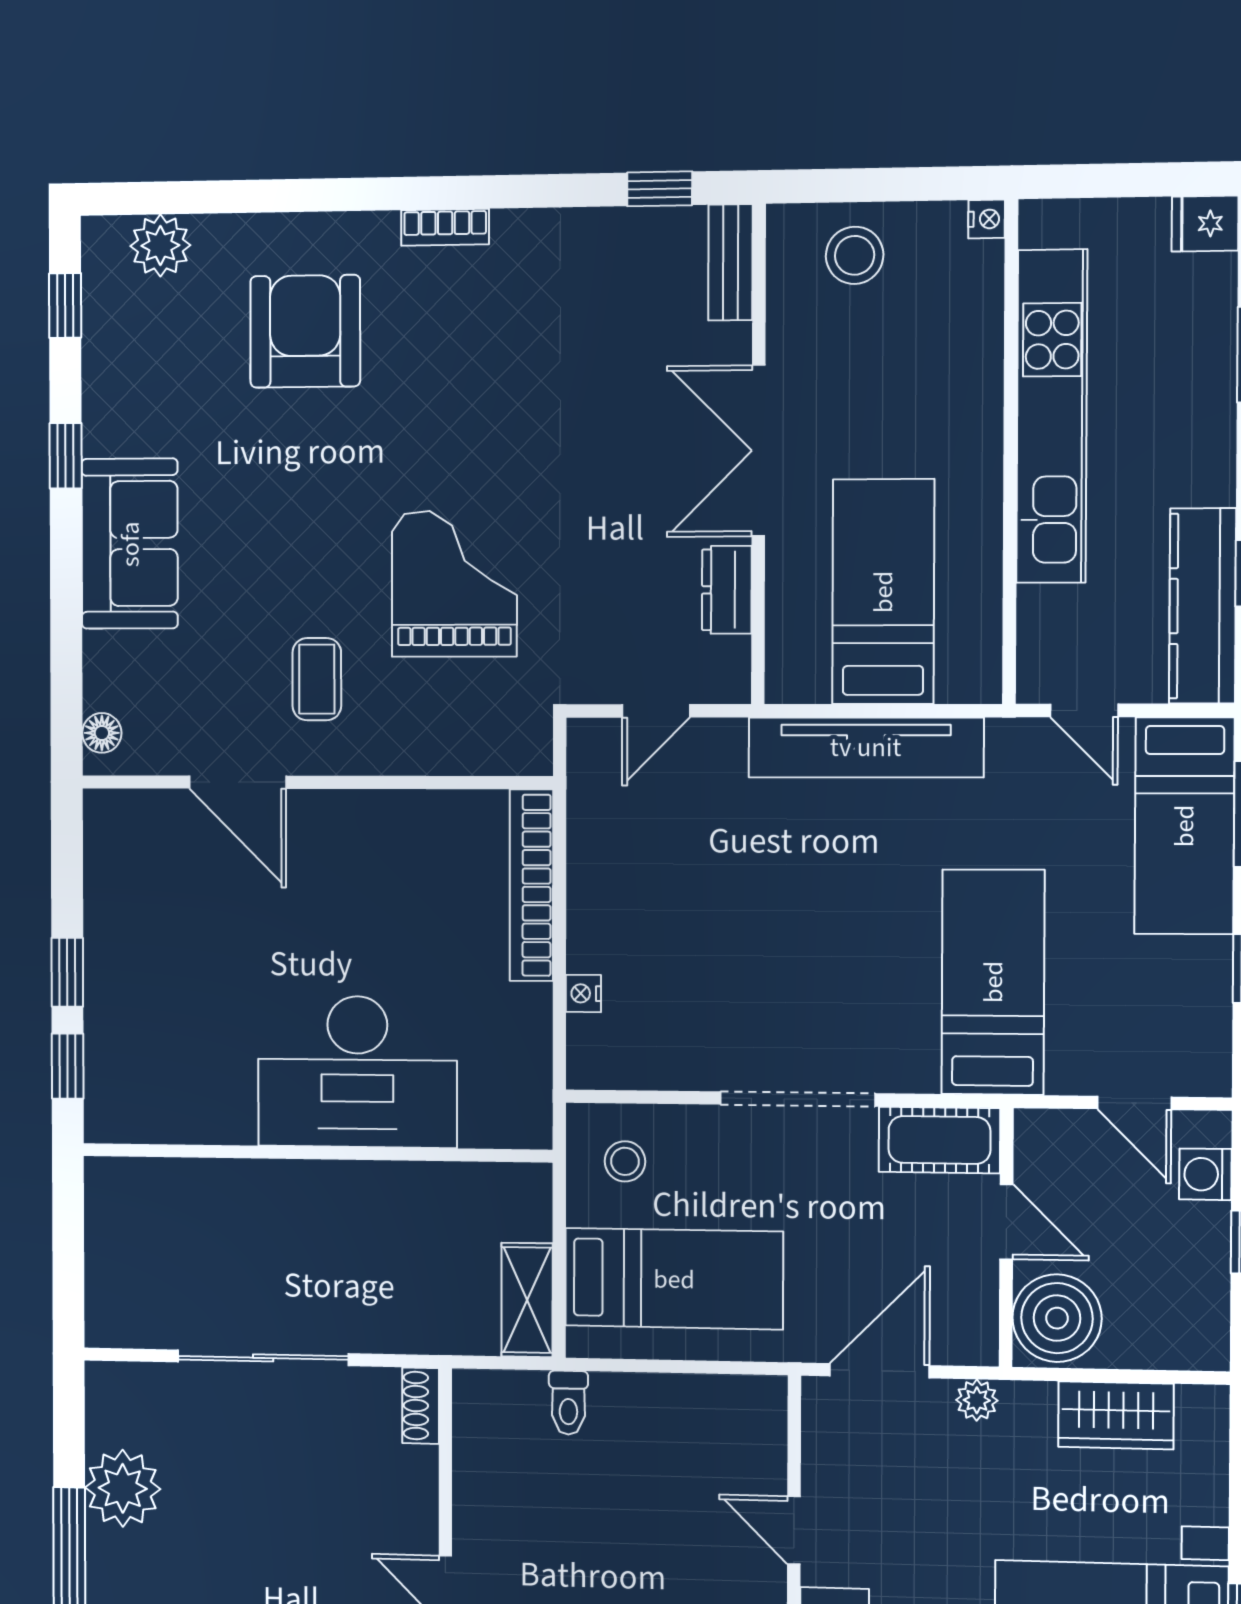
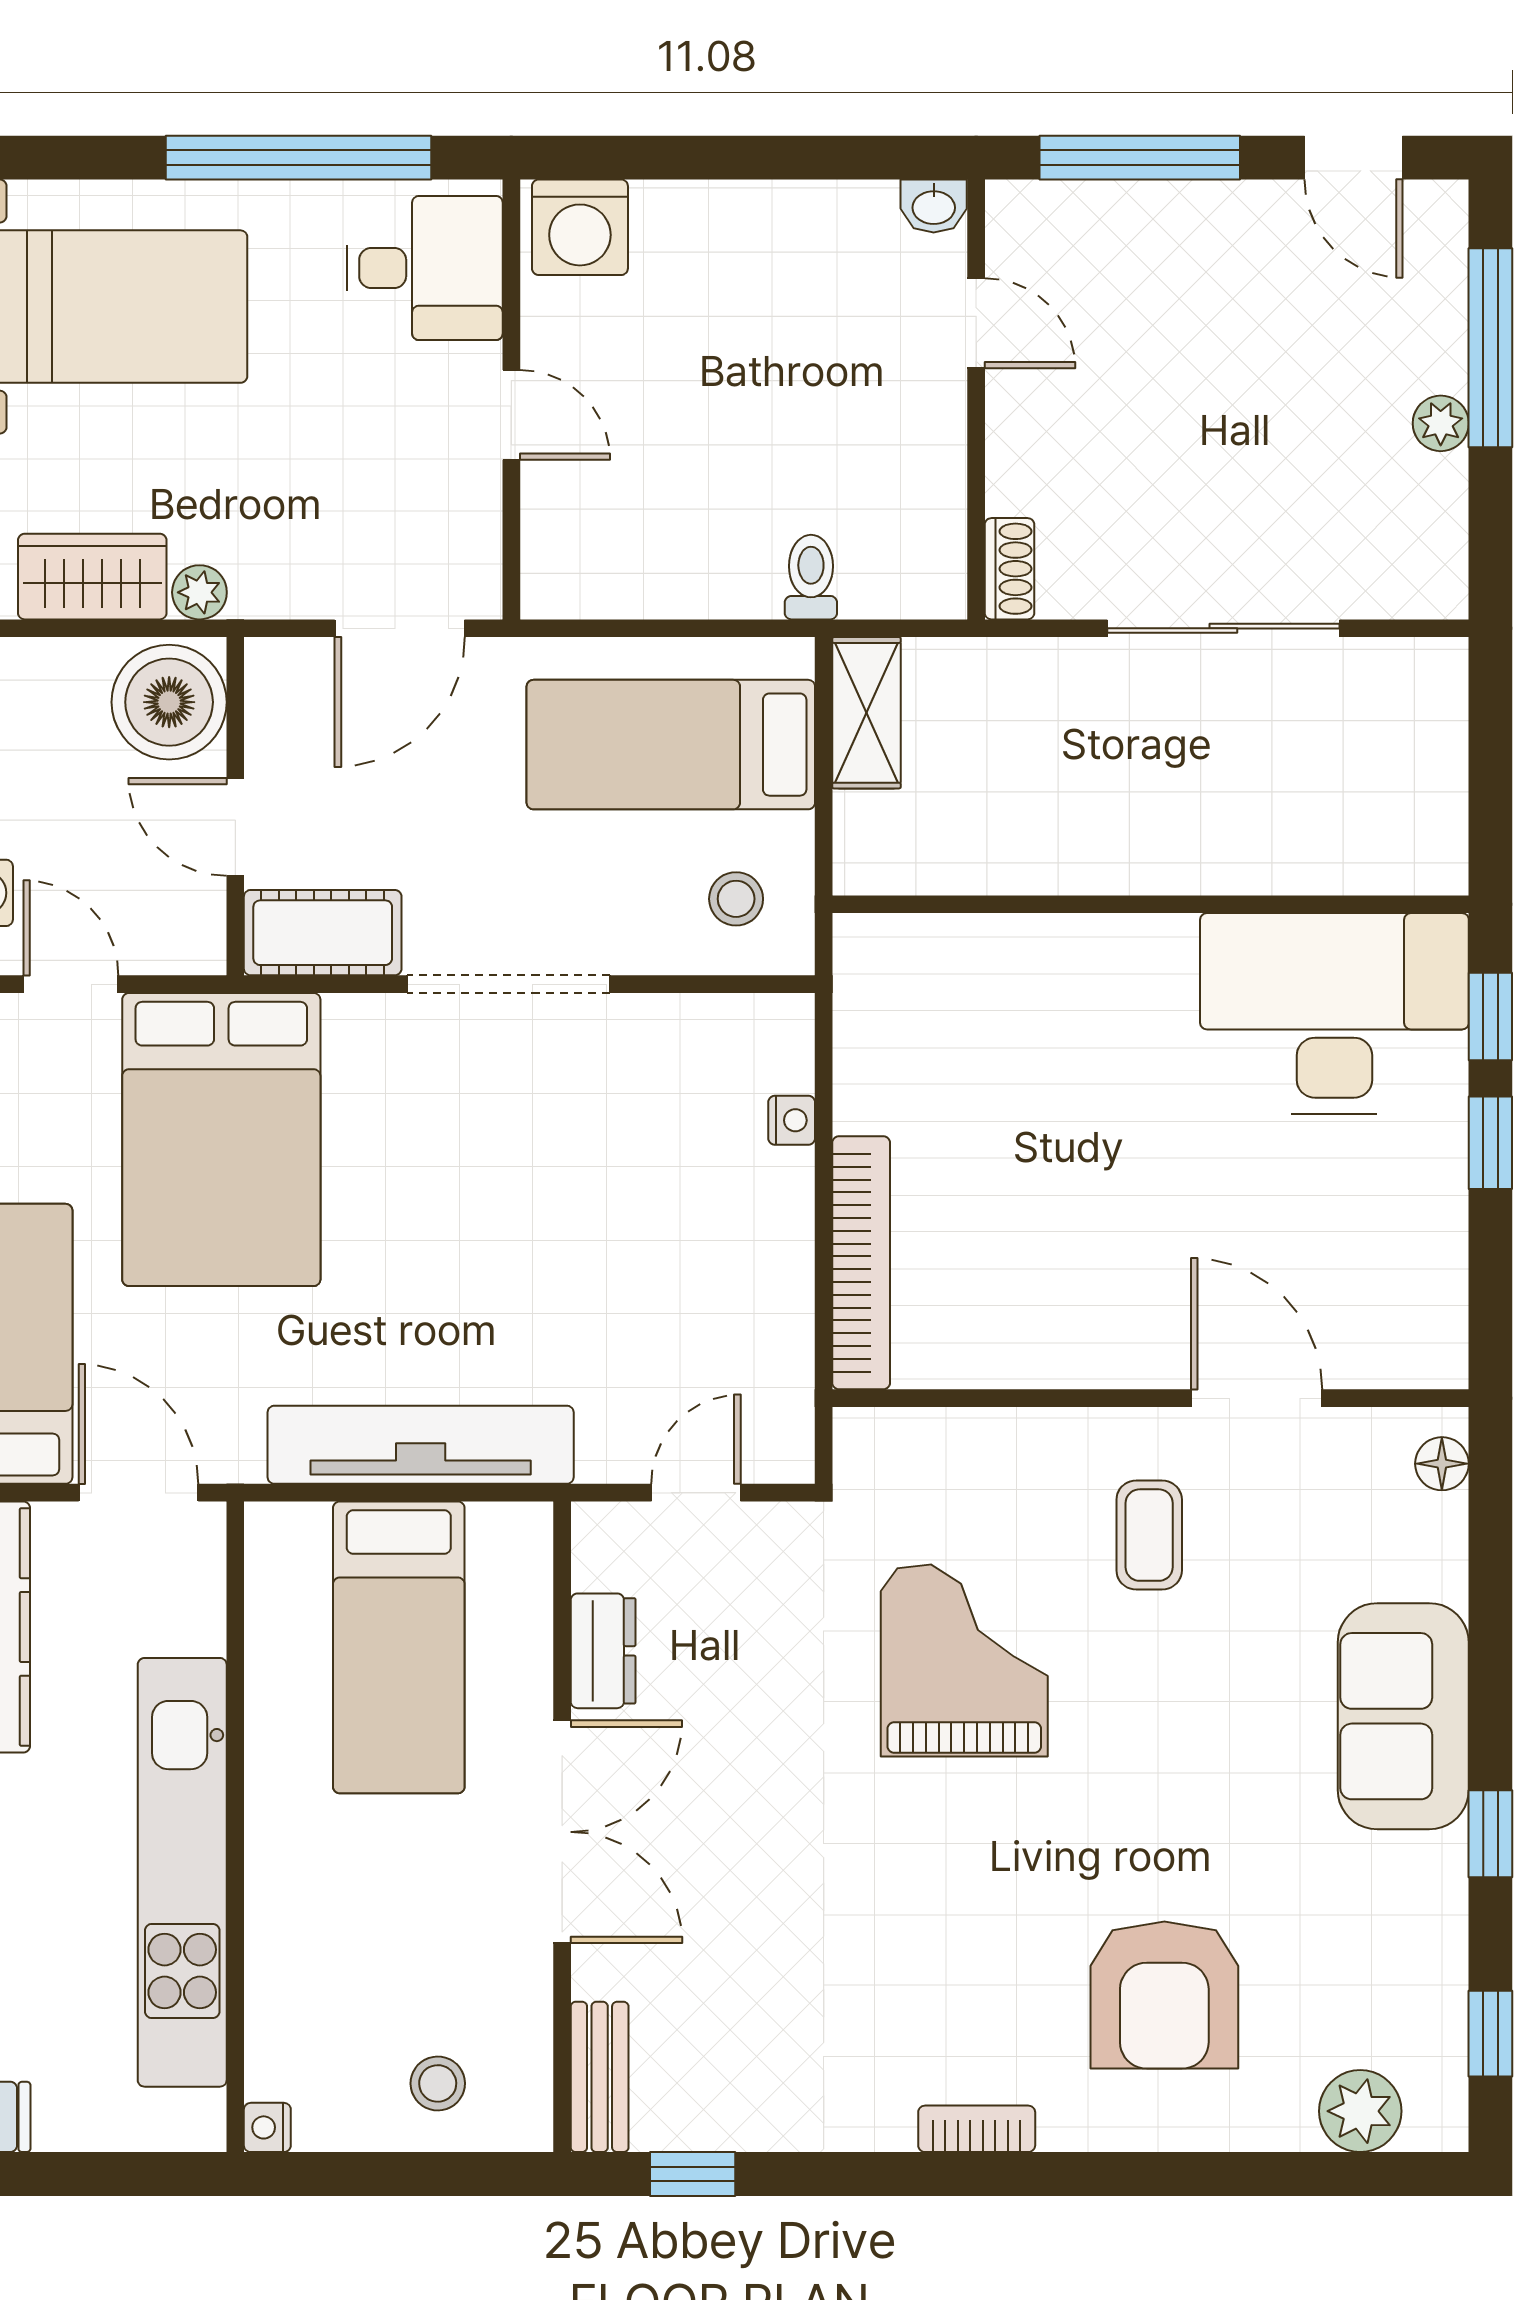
stool: (855, 255) -> (438, 2083), width x0.73, depth x0.73
grand piano: (454, 584) -> (964, 1660), turned 180
door: (1084, 710) -> (139, 1493), width x1.38
bed: (993, 982) -> (221, 1140), width x1.50
desk: (357, 1072) -> (1334, 1013), moved
plant: (977, 1400) -> (199, 592), moved
plant: (123, 1488) -> (1441, 423), width x0.53, depth x0.53

